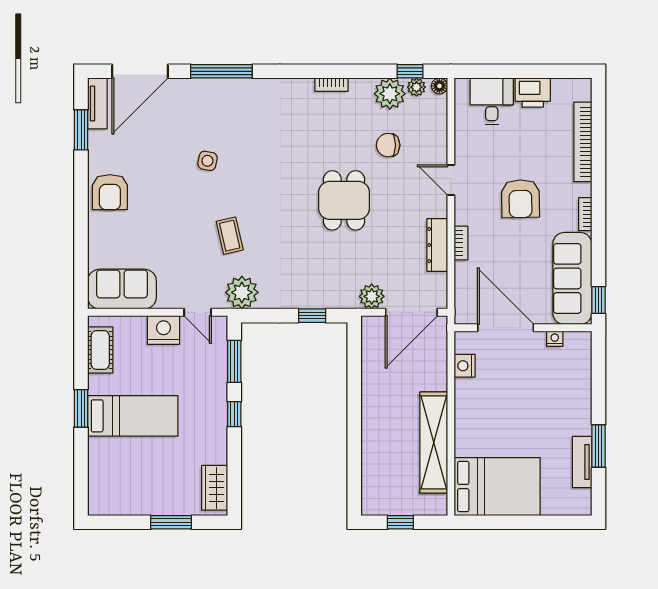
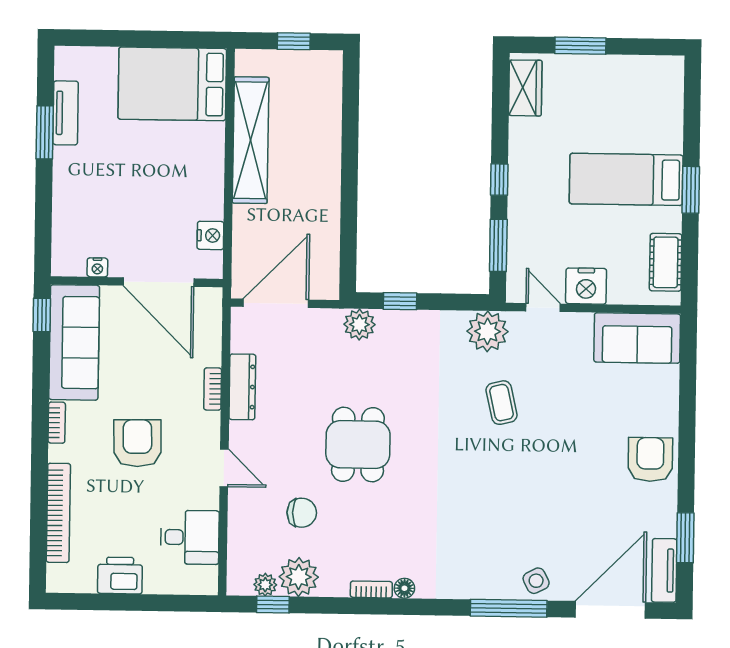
floor lamp: (439, 86) -> (404, 588), moved
desk: (492, 101) -> (190, 537), moved, turned -90
side table: (207, 161) -> (536, 581), moved, turned -38
plant: (372, 296) -> (359, 324), moved

